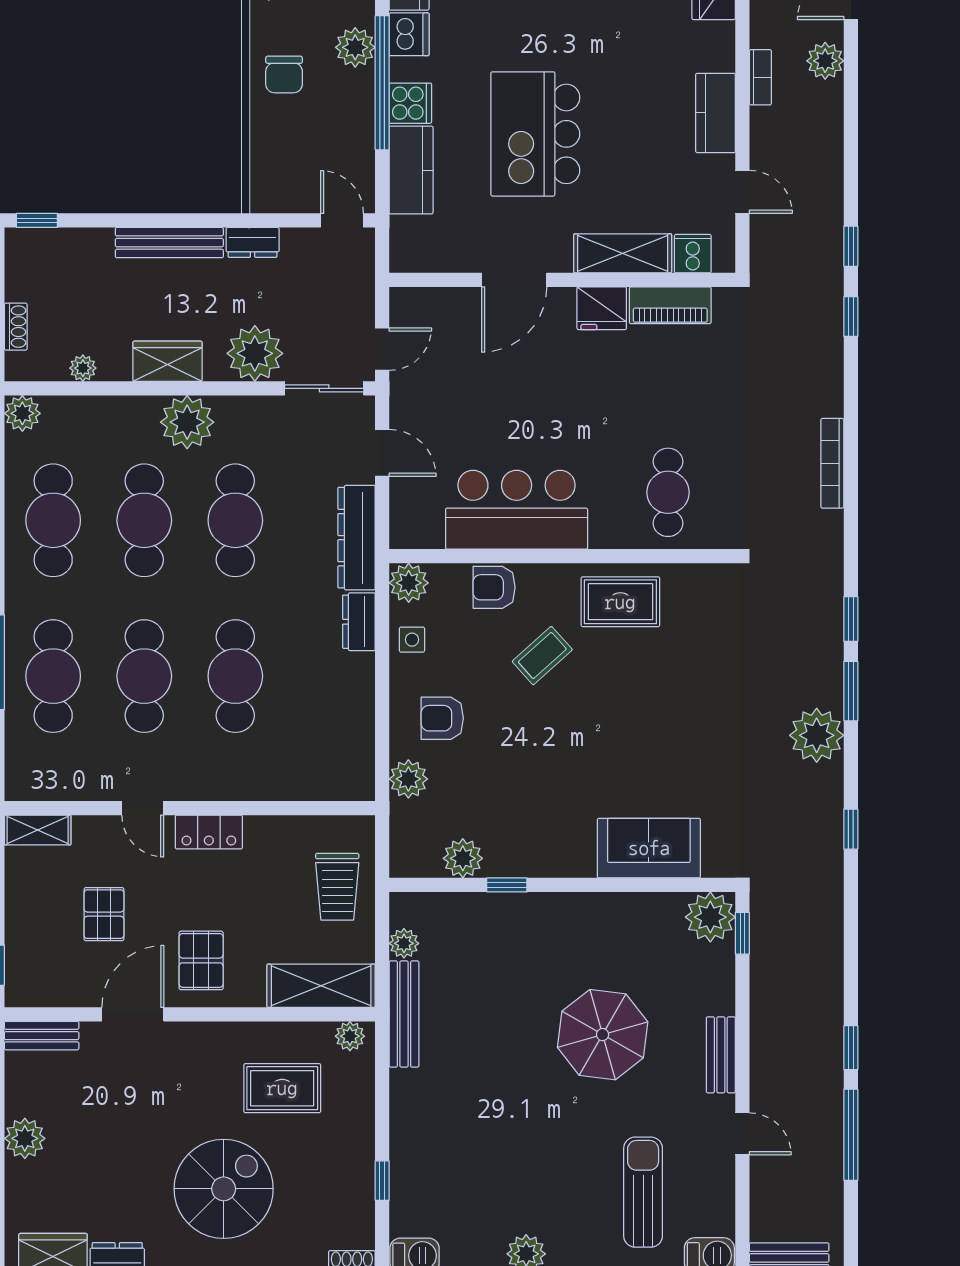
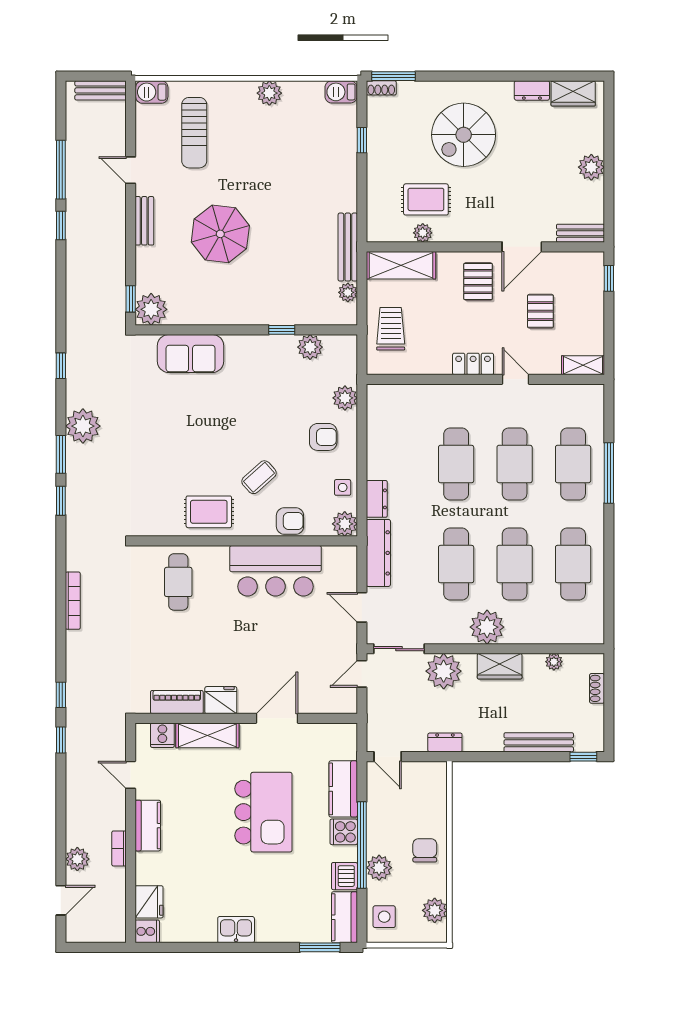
bench: (169, 243) -> (539, 742), moved
plant: (22, 413) -> (593, 633), removed
plant: (350, 1036) -> (423, 233), moved

